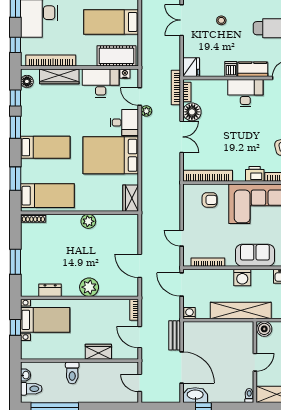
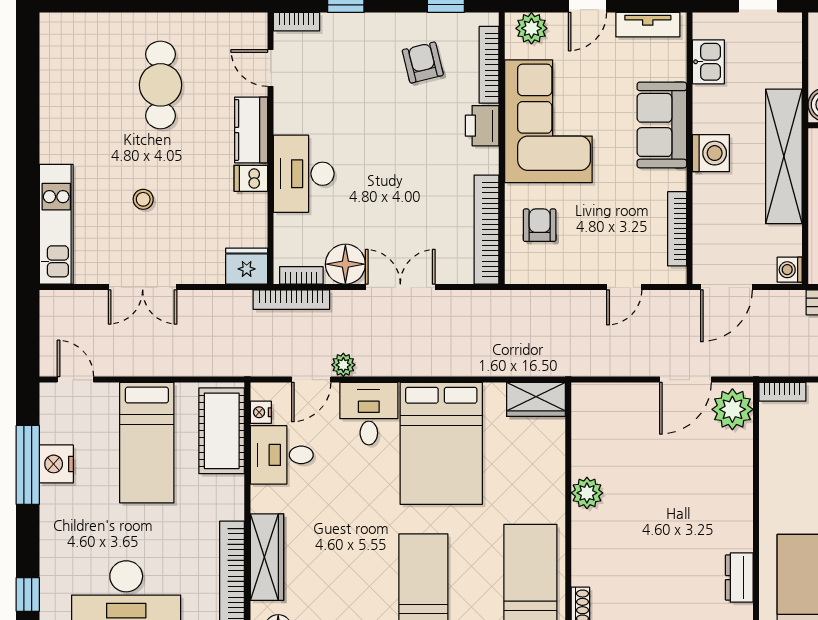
desk: (101, 83) -> (282, 455), width x0.73
desk: (245, 93) -> (304, 174), moved
plant: (89, 287) -> (732, 409), moved

